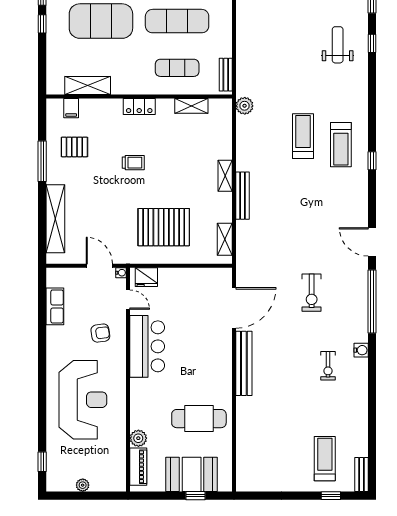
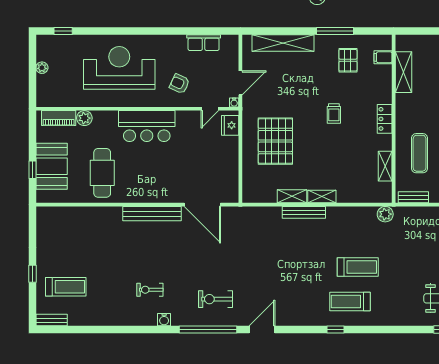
shelving: (225, 239) -> (292, 196), moved
exercise bike: (312, 293) -> (215, 299), moved
armchair: (100, 333) -> (180, 84), turned 123
bar counter: (147, 346) -> (147, 126), moved
reception desk: (83, 400) -> (119, 68), turned 180
window: (331, 496) -> (32, 274), moved

